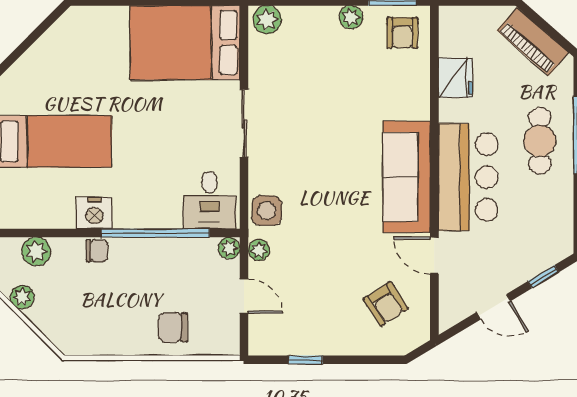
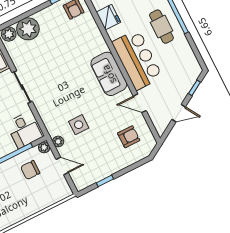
plant: (351, 17) -> (28, 29), moved, width x1.87, depth x1.87
sofa: (407, 177) -> (109, 74), width x0.73
side table: (267, 211) -> (79, 125), moved
armchair: (386, 304) -> (129, 137), turned -57
chair: (173, 327) -> (30, 170), moved

